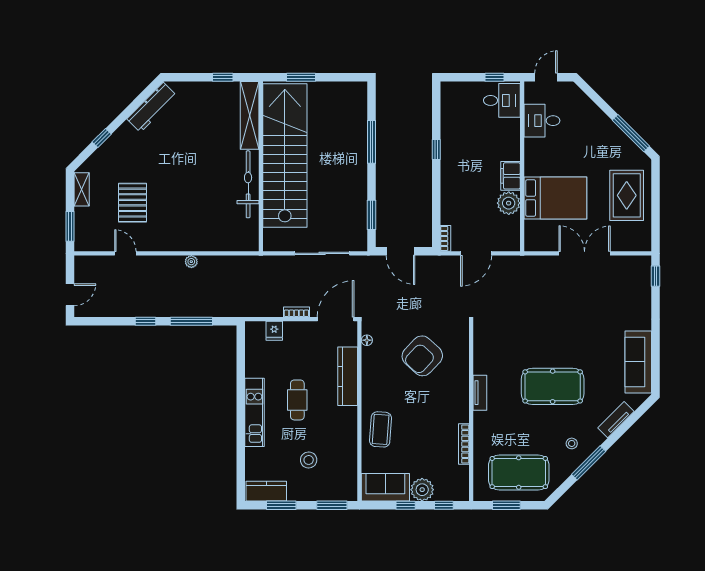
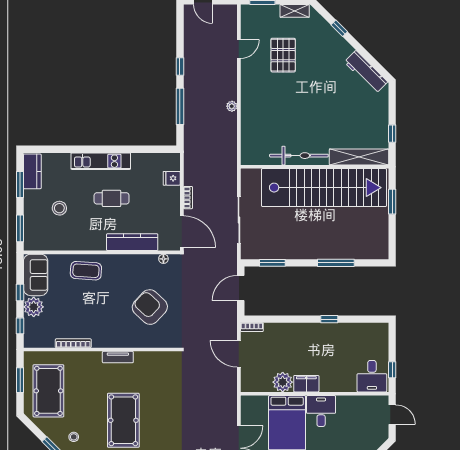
desk: (542, 121) -> (321, 411), moved
pallet: (132, 203) -> (283, 55), turned 90

